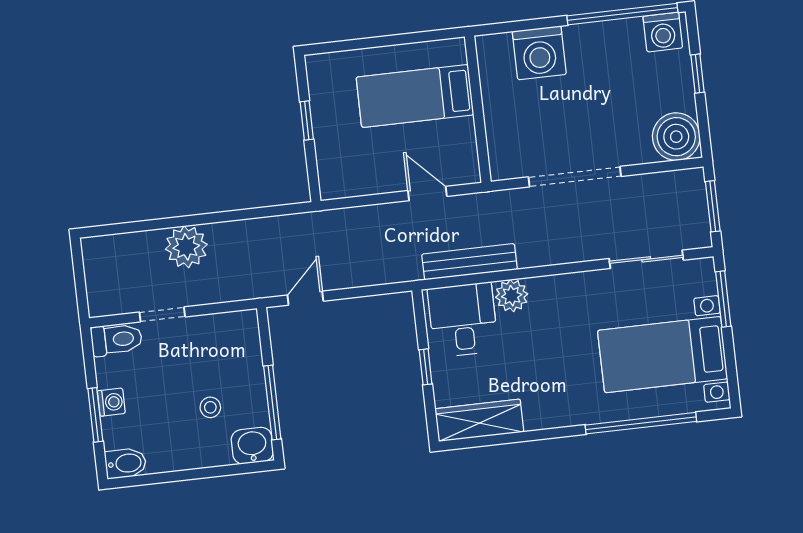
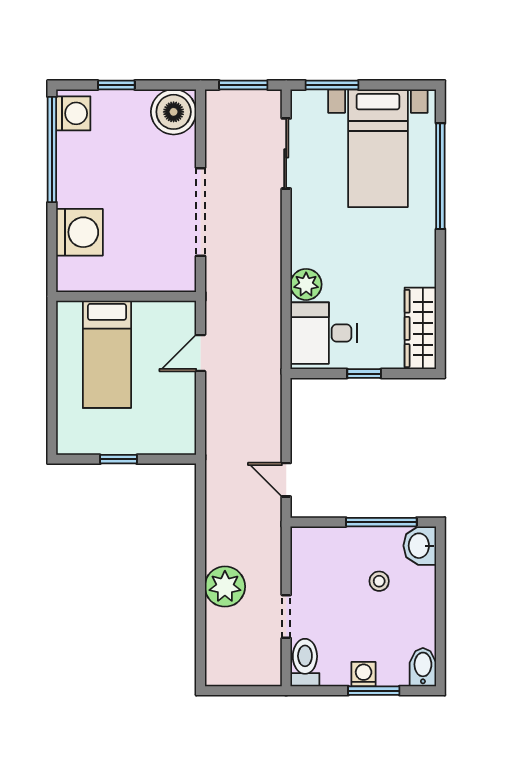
bench: (469, 262) -> (269, 321), removed

